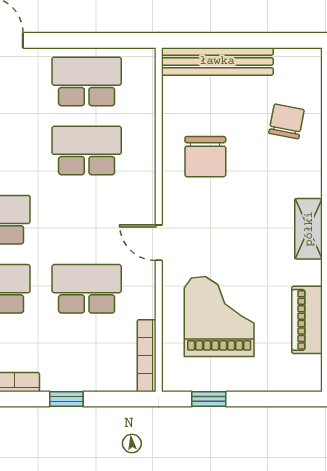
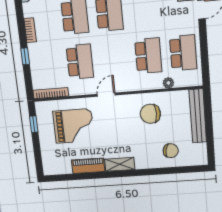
plant: (145, 115) -> (168, 83), added
piano: (307, 320) -> (88, 166), moved

